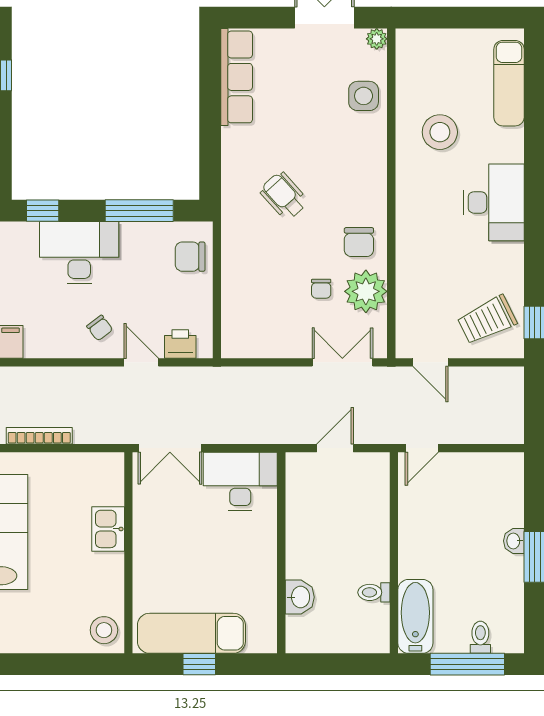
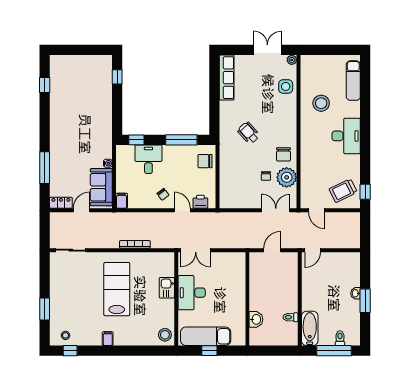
desk: (79, 252) -> (148, 159), width x0.73
desk: (240, 481) -> (192, 293), moved, turned -90

